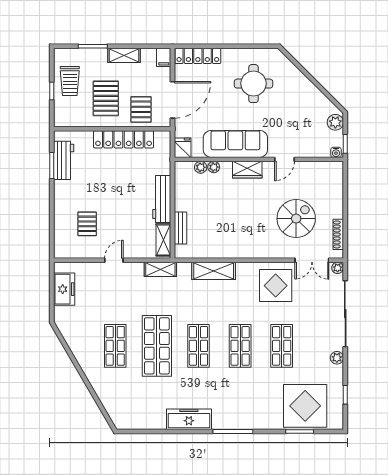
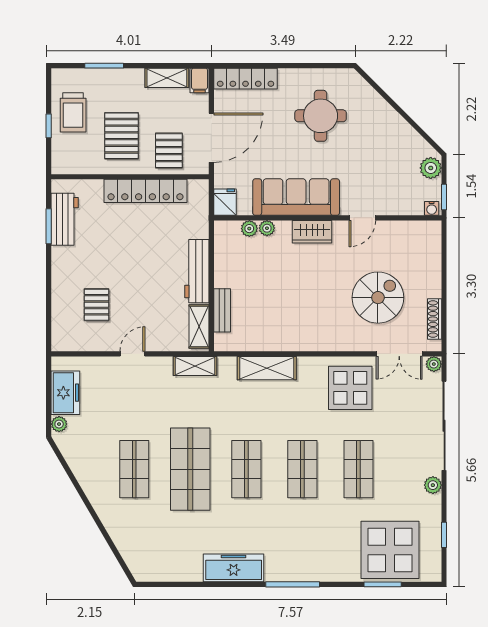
shelving: (124, 55) -> (167, 78), moved
plant: (59, 312) -> (59, 424), added

